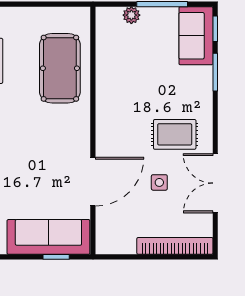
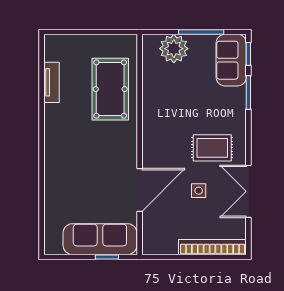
plant: (131, 15) -> (174, 49), width x1.88, depth x1.88

